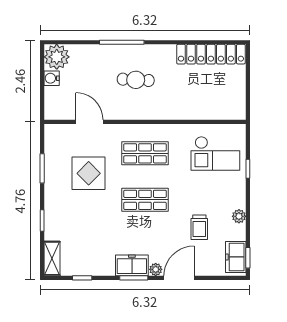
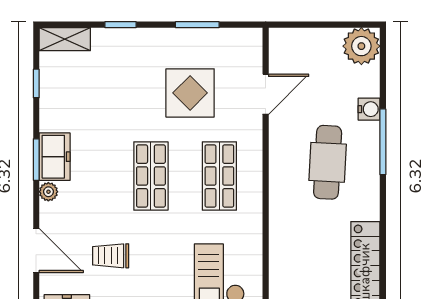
water cooler: (52, 78) -> (369, 109), moved, turned 90
cafe table: (136, 80) -> (328, 162), width x1.37, depth x1.35
door: (179, 278) -> (36, 251), moved

